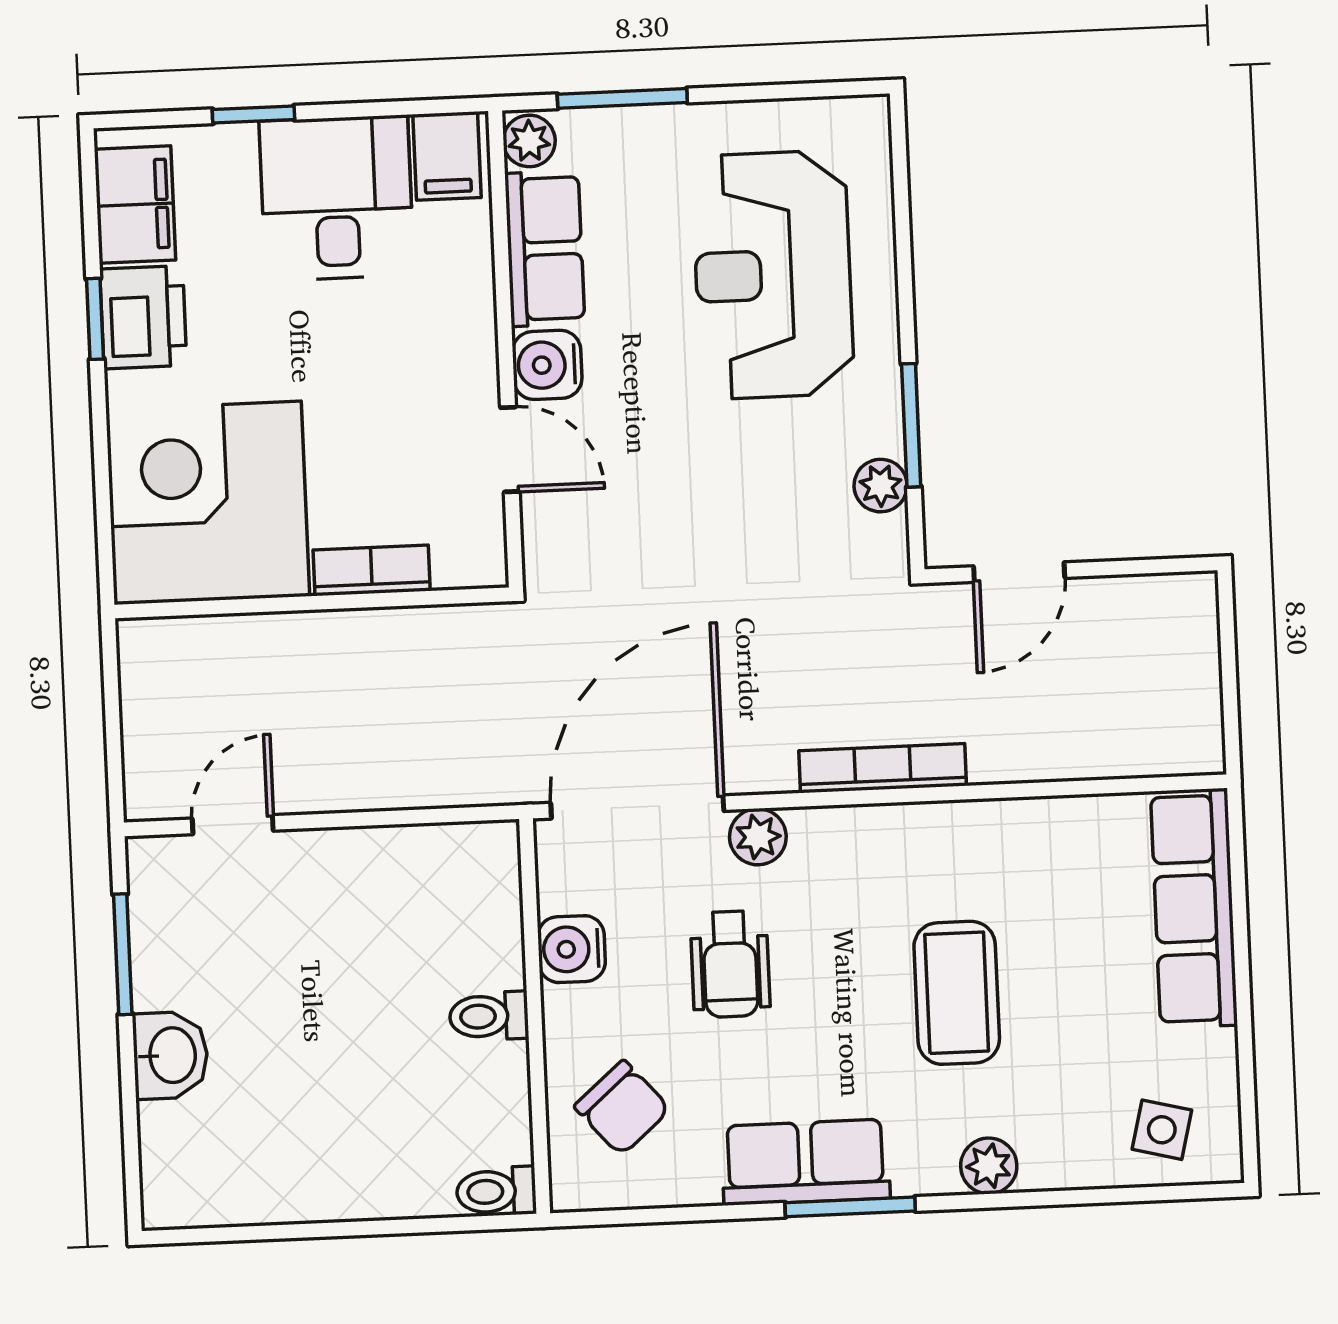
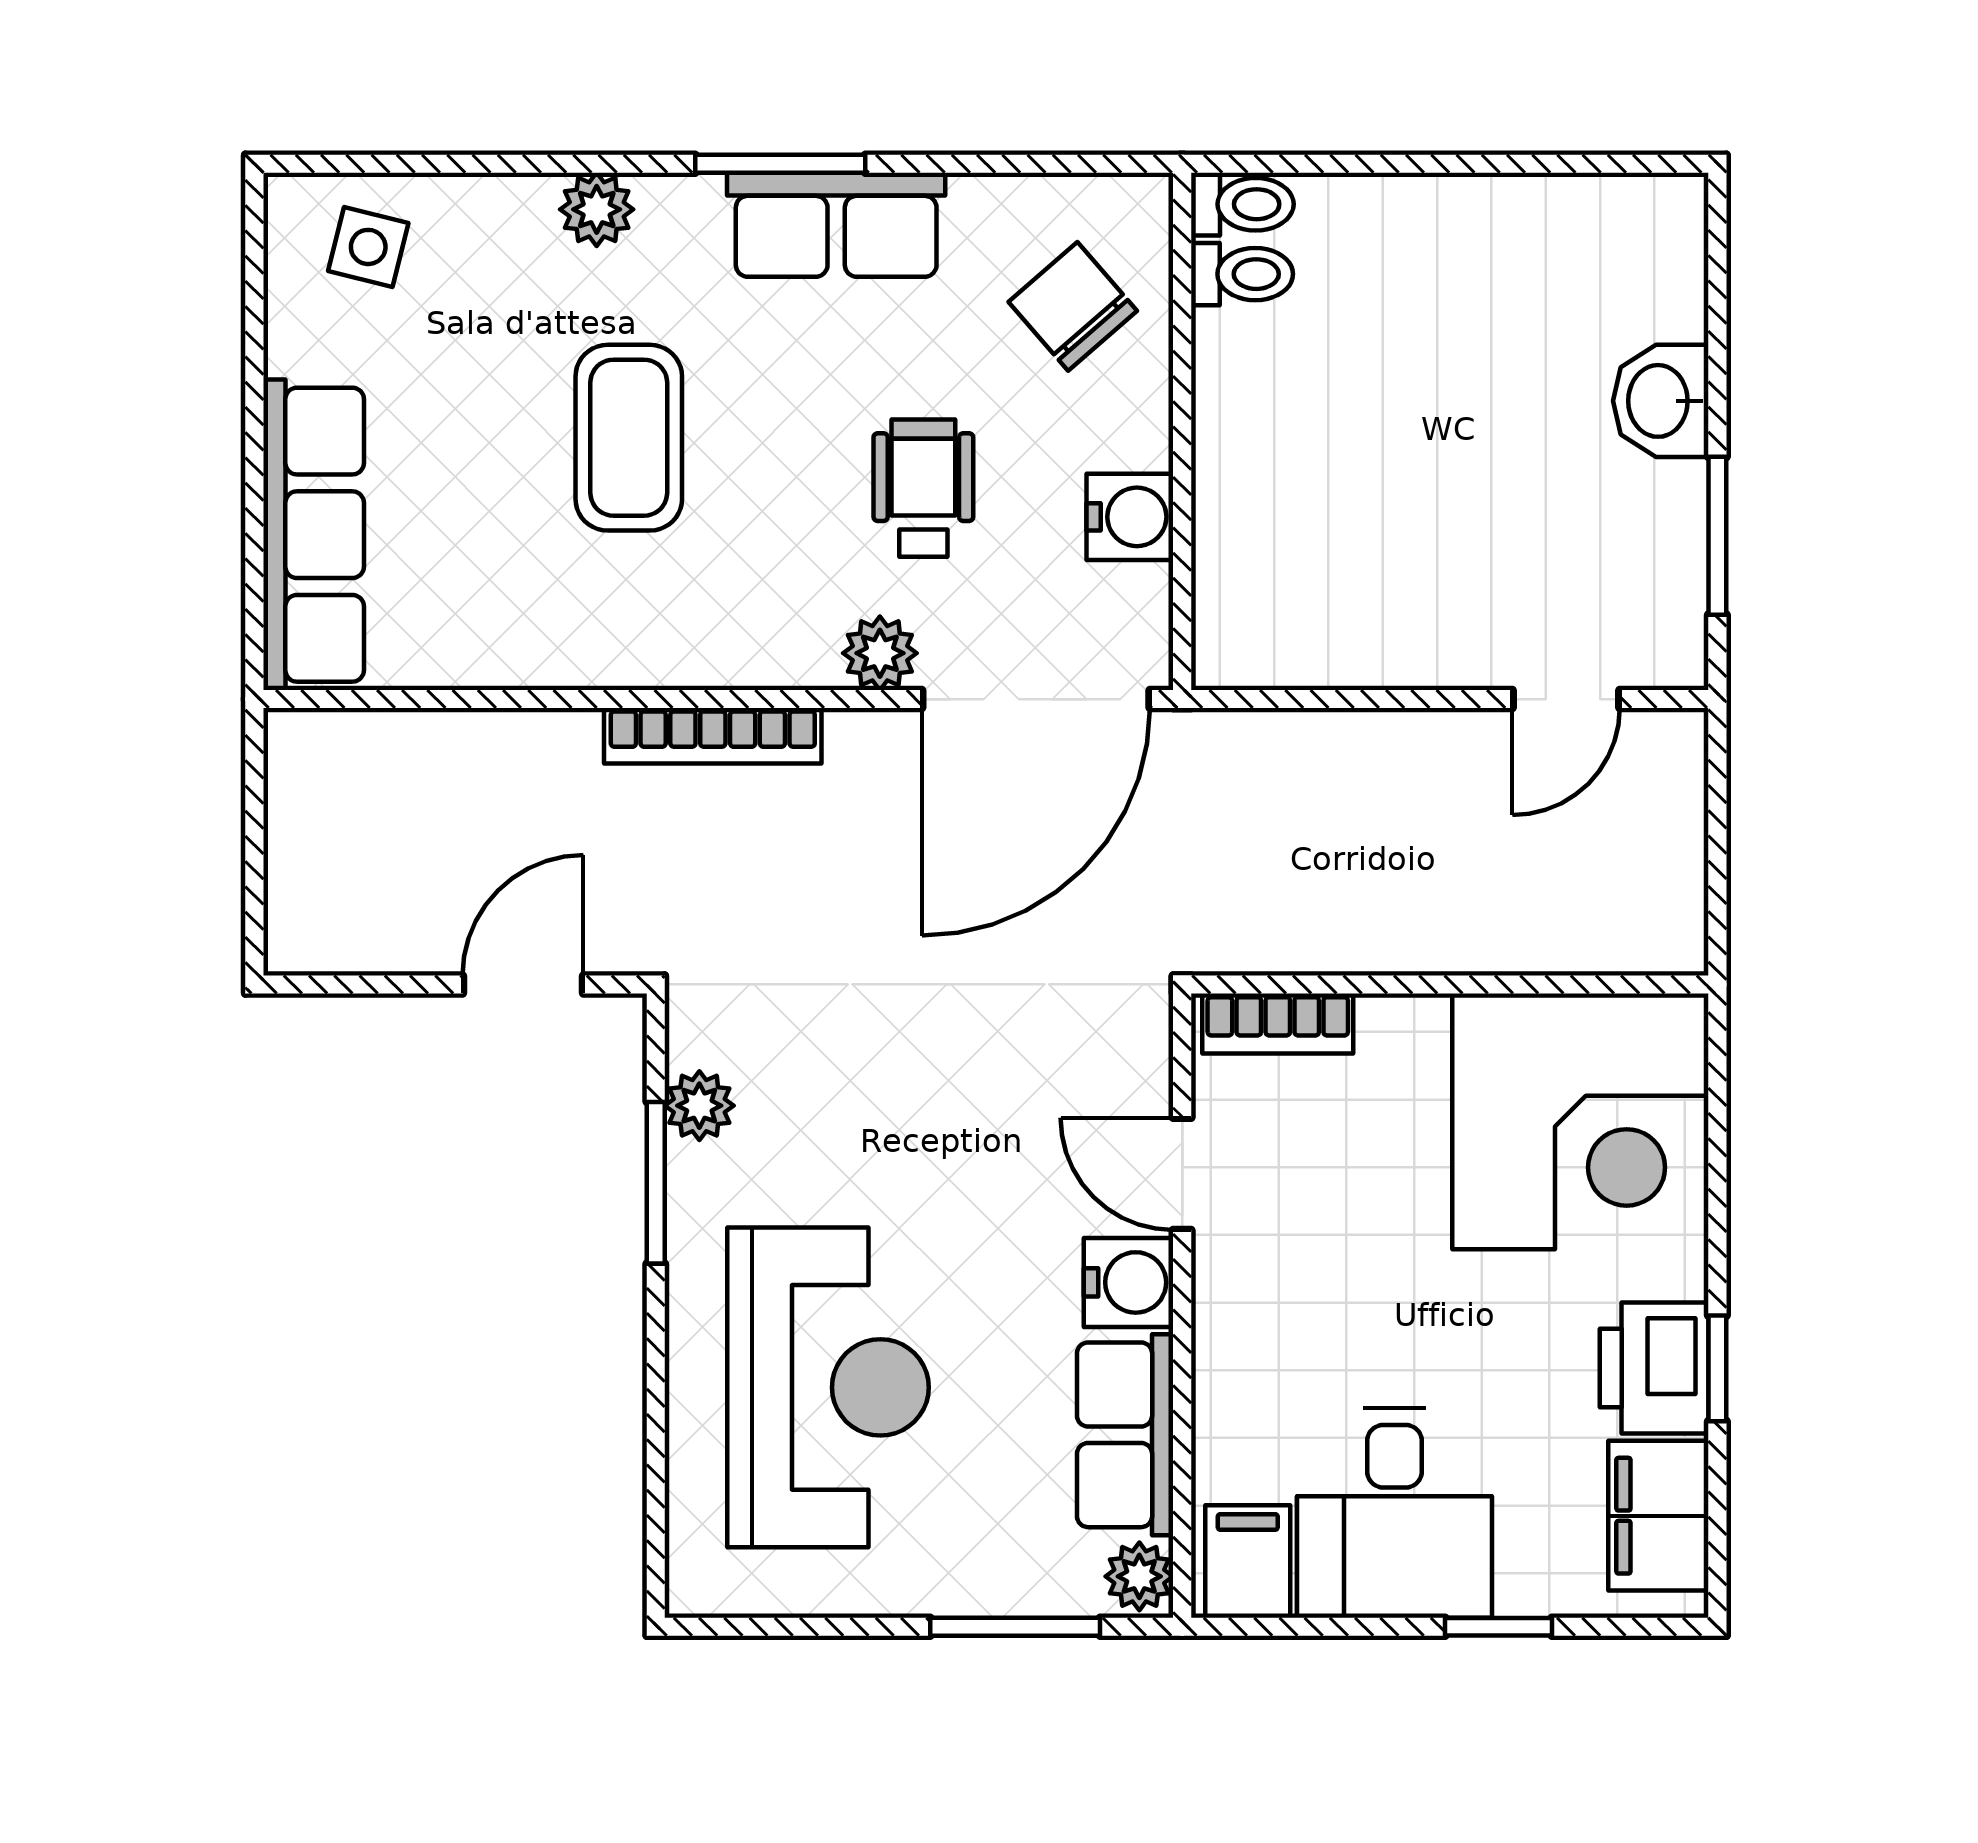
bookcase: (372, 570) -> (1278, 1024), moved
toilet: (489, 1016) -> (1242, 274), moved

